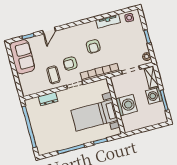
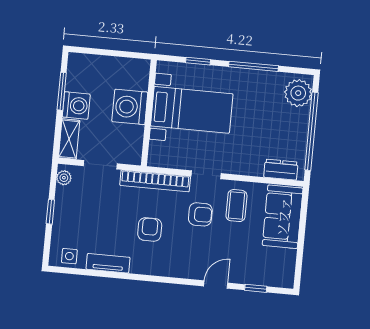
sofa: (22, 57) -> (283, 217), moved
dresser: (48, 99) -> (281, 170), moved
plant: (43, 144) -> (298, 93), added

